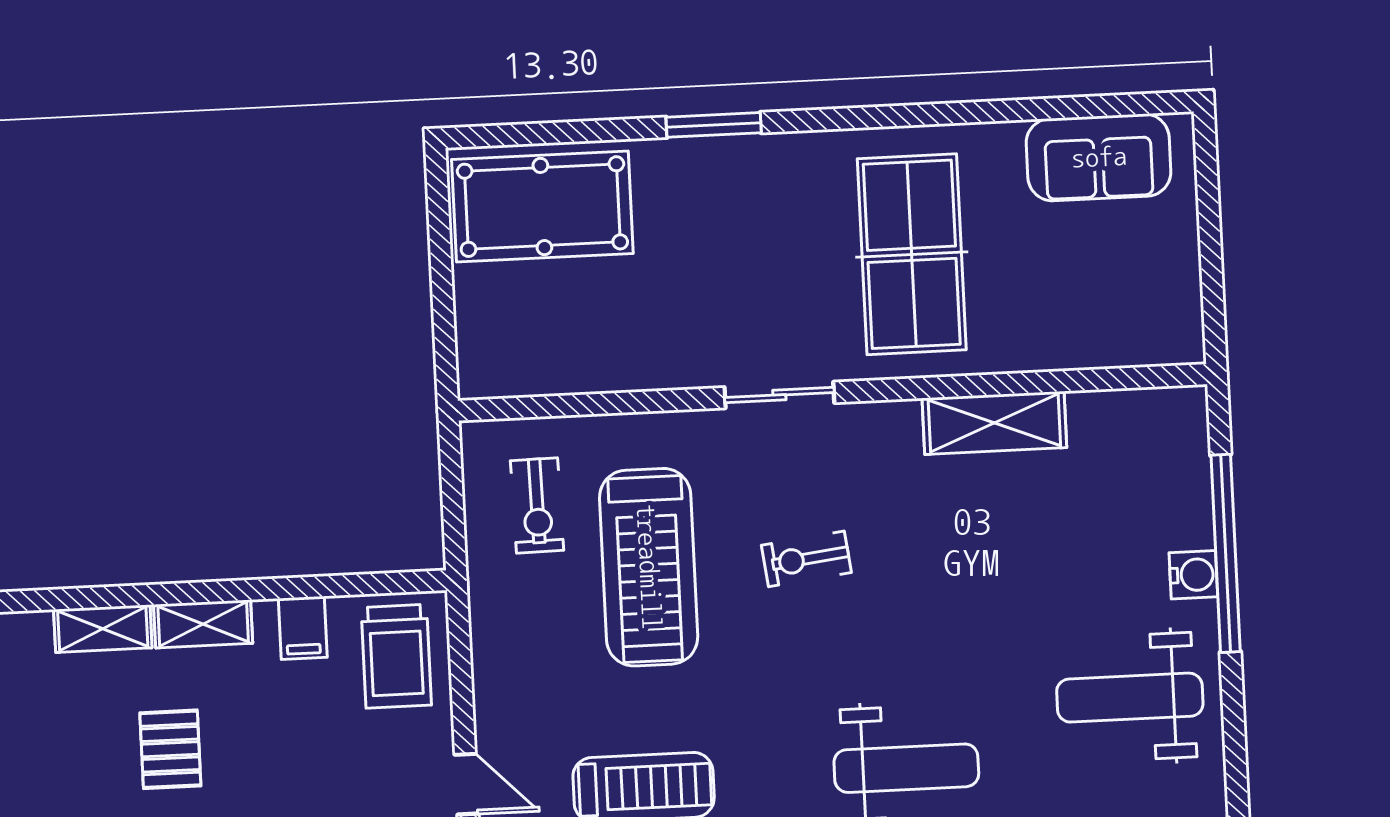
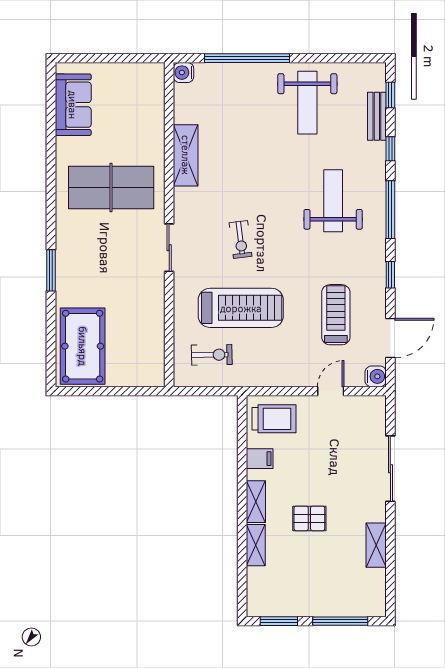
water cooler: (1193, 575) -> (183, 73), moved, turned -90

